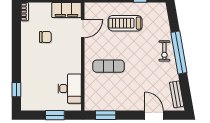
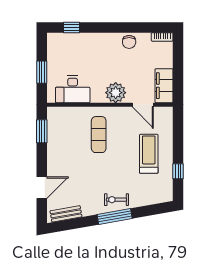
chair: (45, 37) -> (129, 42), moved
plant: (72, 52) -> (116, 93), added
window: (179, 53) -> (115, 216), width x0.68

